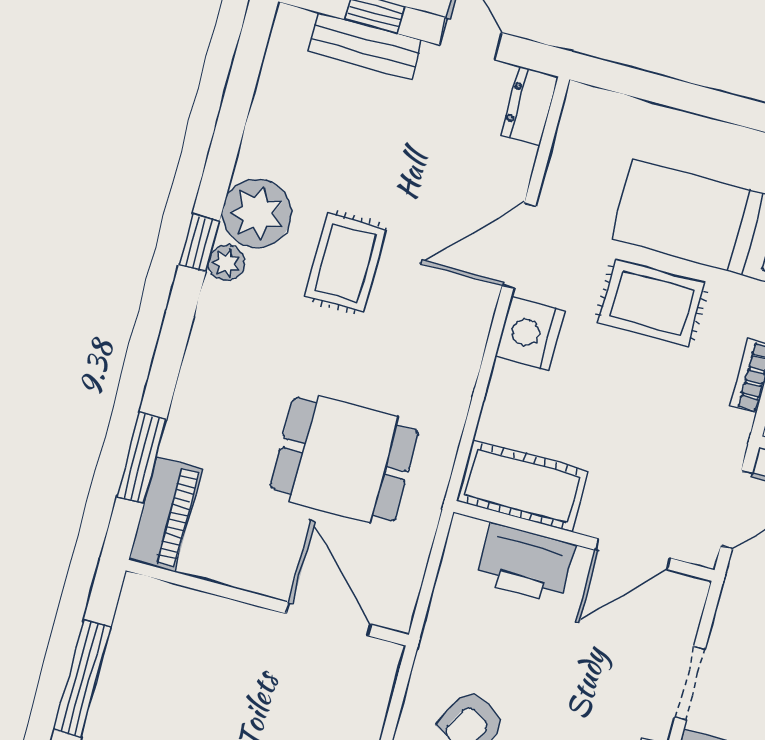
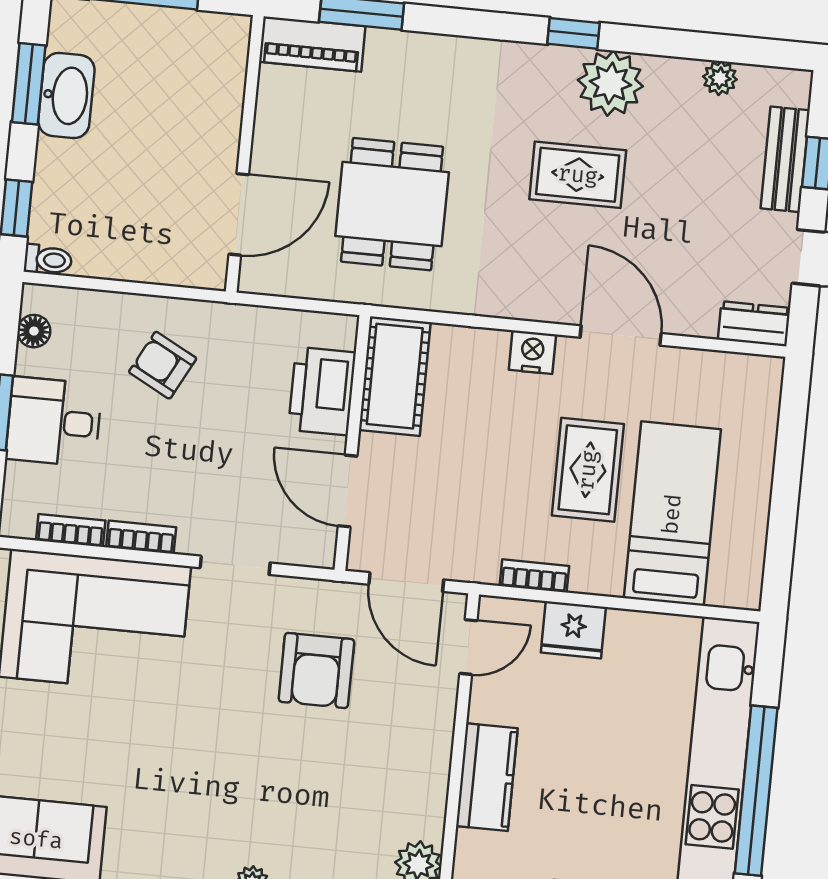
plant: (226, 263) -> (720, 78), moved
nightstand: (530, 334) -> (532, 352), width x0.74, depth x0.75

